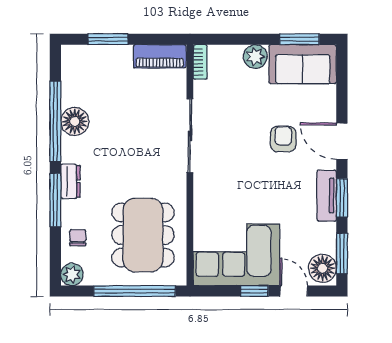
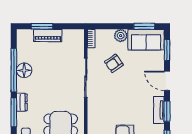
piano: (160, 56) -> (48, 35), moved
window: (342, 84) -> (167, 50), added
armchair: (283, 139) -> (114, 63), moved, turned -125

